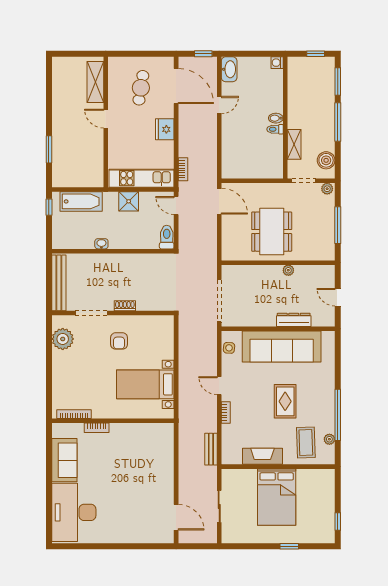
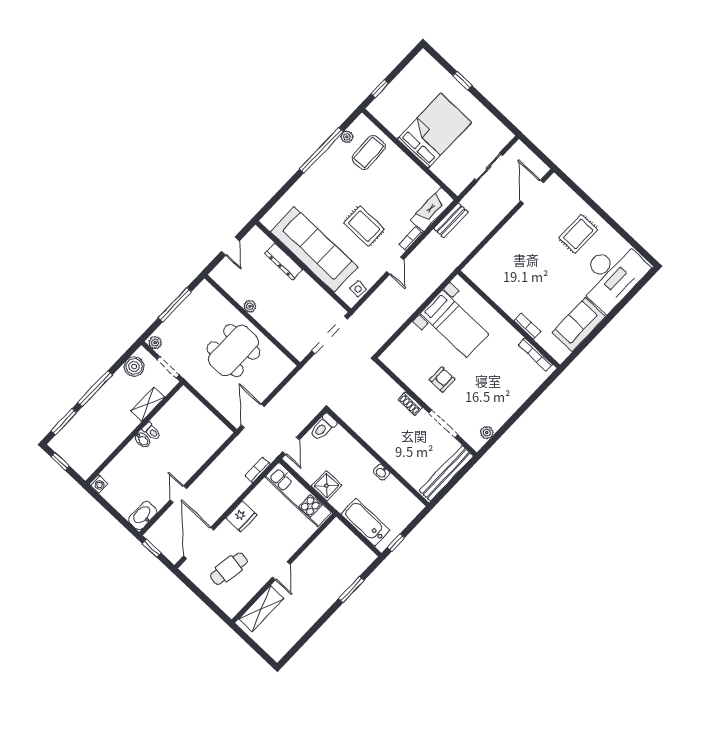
door: (219, 105) -> (178, 494), hinge flipped
plant: (63, 339) -> (487, 433), width x0.53, depth x0.53
rug: (285, 401) -> (364, 226), moved, turned 90
fireplace: (262, 456) -> (432, 210), moved, turned 90
rug: (120, 518) -> (578, 234), added
window: (338, 522) -> (380, 89), moved

